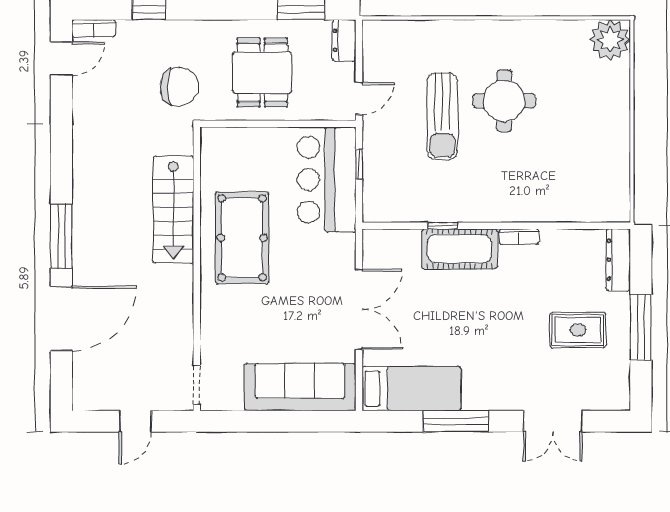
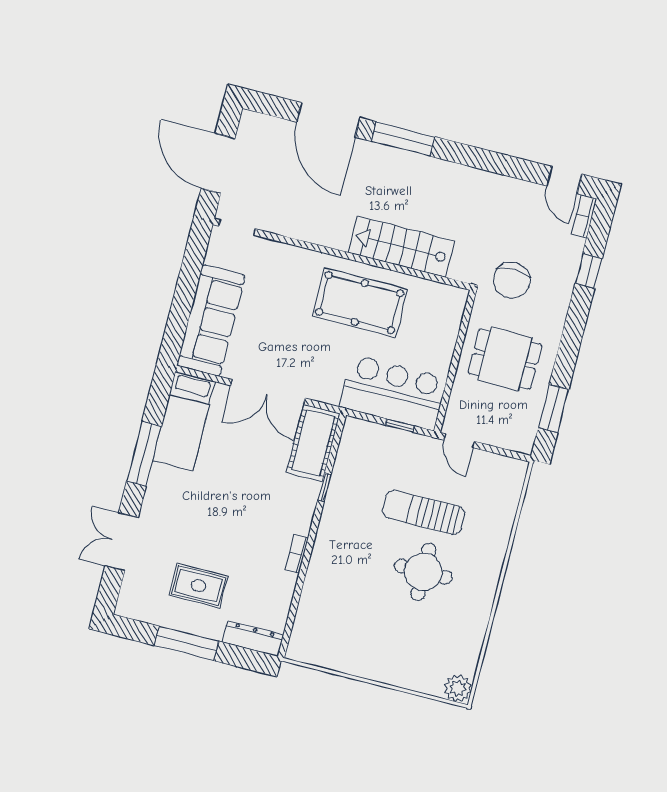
dresser: (344, 40) -> (515, 441), removed
plant: (610, 40) -> (458, 688), width x0.73, depth x0.73
cot: (459, 249) -> (313, 443), moved
rug: (578, 330) -> (198, 586), turned 90
door: (135, 421) -> (218, 163), width x1.87

